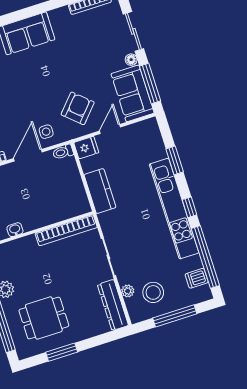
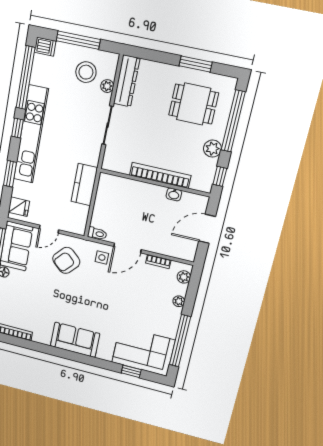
fridge: (86, 148) -> (19, 207), moved, turned 180
bookcase: (66, 230) -> (160, 175), moved
dishwasher: (197, 278) -> (45, 47), moved

